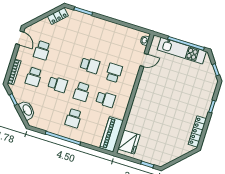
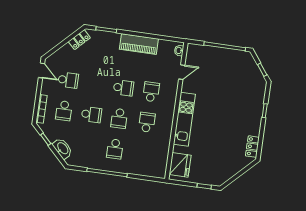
school desk: (42, 50) -> (68, 80), turned -90
kitchen unit: (182, 51) -> (184, 119), moved, turned -90
school desk: (106, 99) -> (147, 122), turned -90
locker: (197, 132) -> (252, 147), width x0.66
piano: (112, 134) -> (139, 44), moved, turned -90

